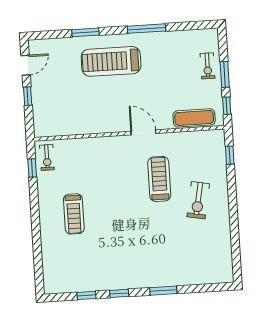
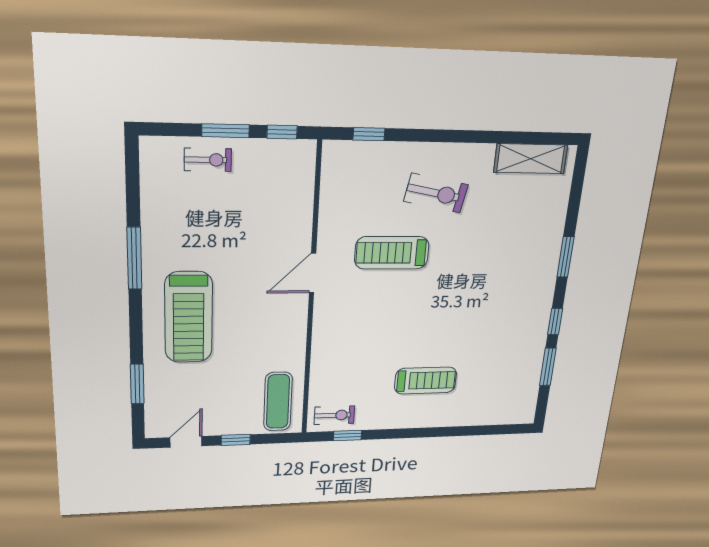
window: (85, 32) -> (137, 384), moved
door: (26, 65) -> (186, 442), hinge flipped
exercise mat: (194, 118) -> (278, 402), moved
shelving: (224, 255) -> (531, 159), added
window: (86, 295) -> (548, 367), width x1.50

